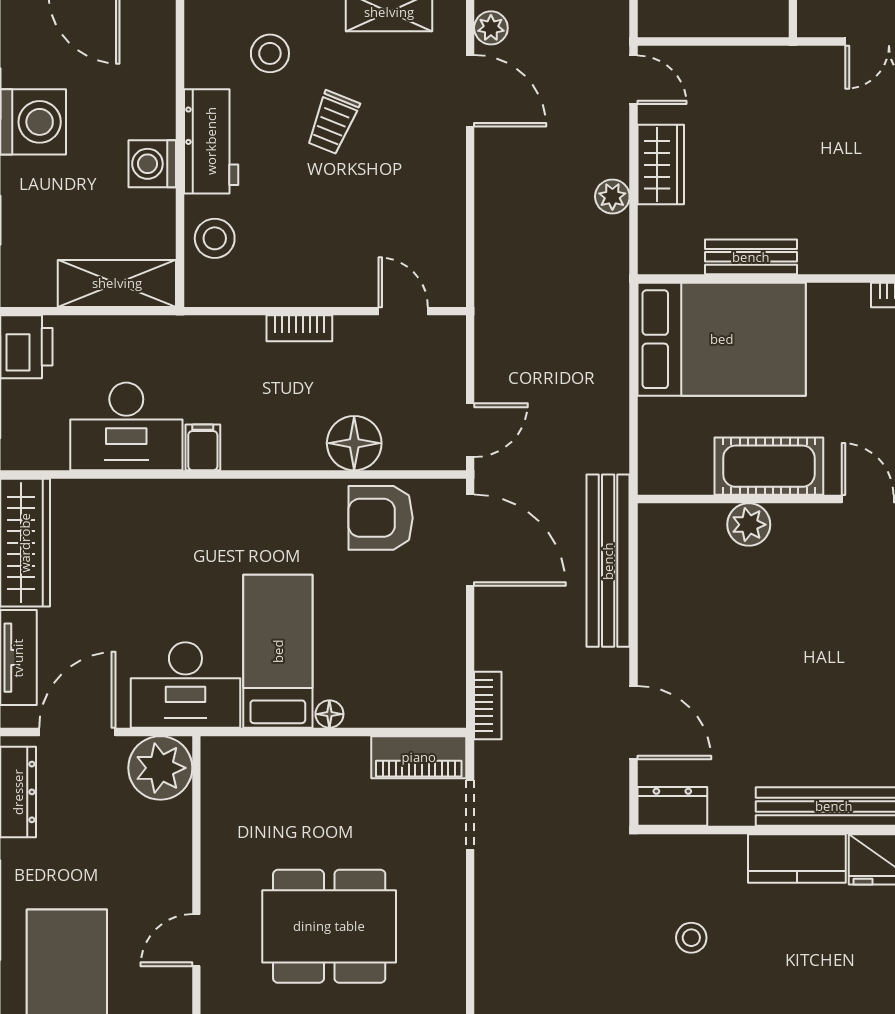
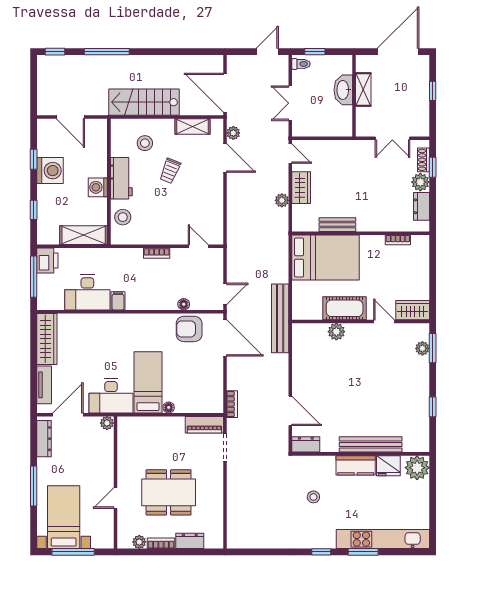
floor lamp: (354, 443) -> (184, 304), width x0.53, depth x0.53
bench: (608, 561) -> (280, 318), moved
plant: (160, 768) -> (107, 423), width x0.53, depth x0.53

